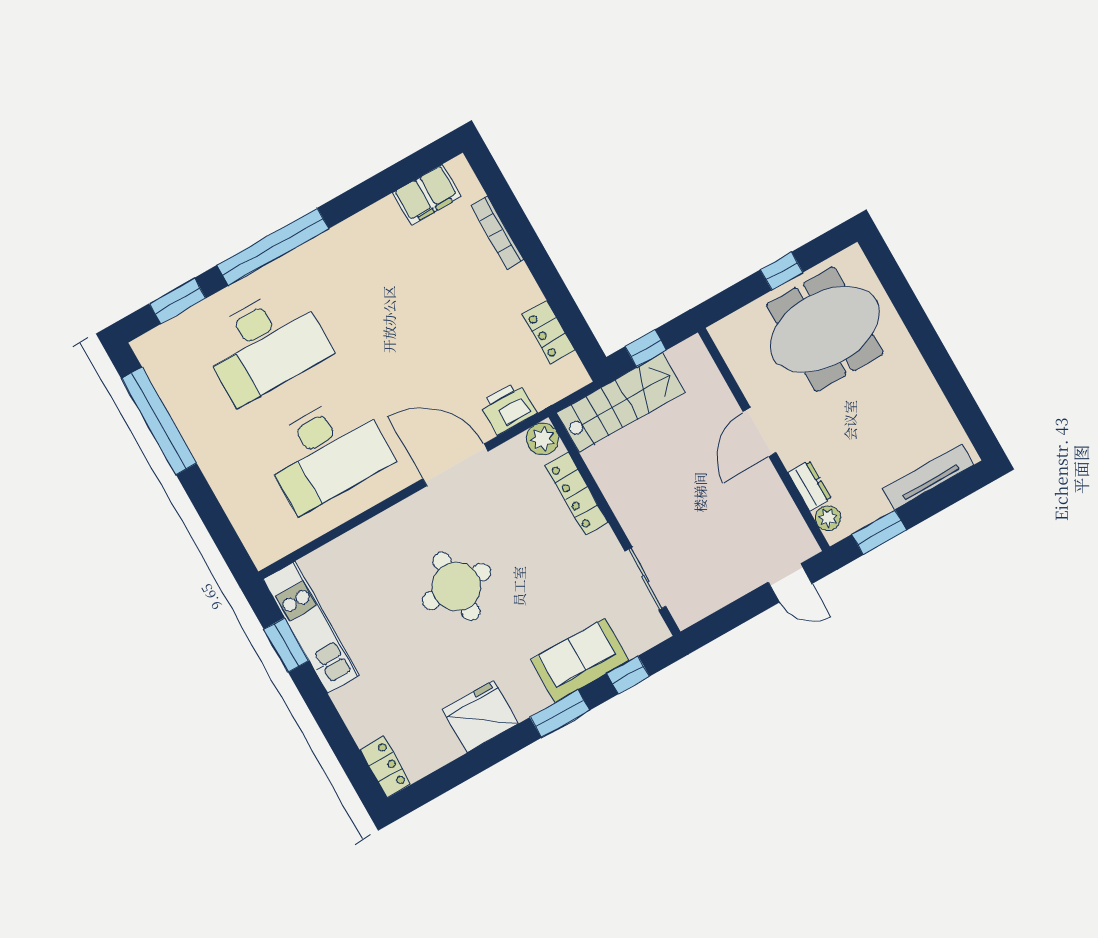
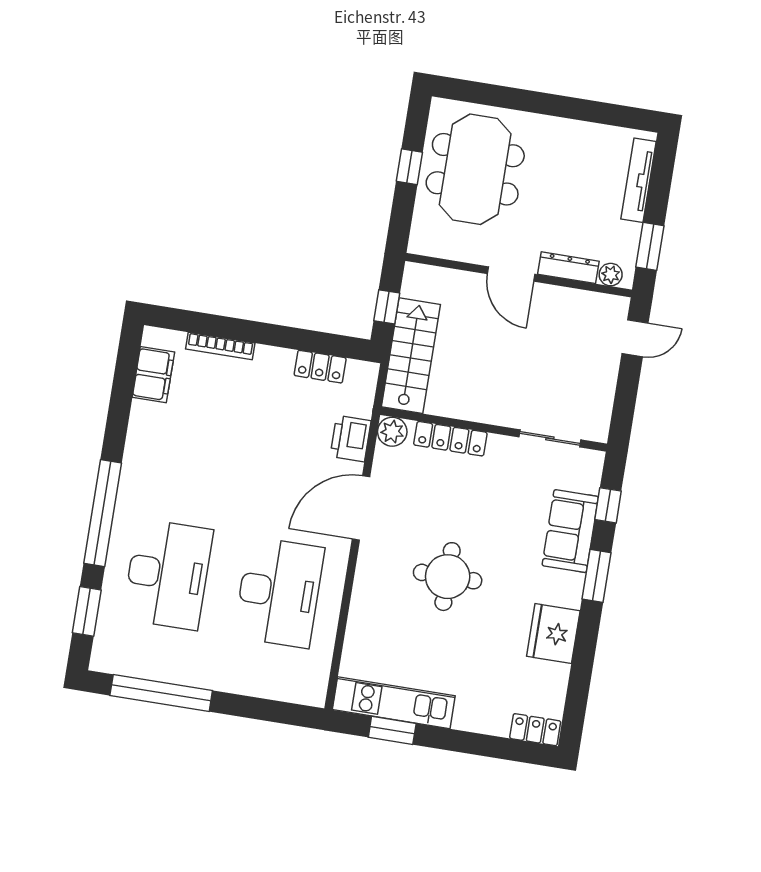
dresser: (810, 486) -> (568, 268), width x1.44

